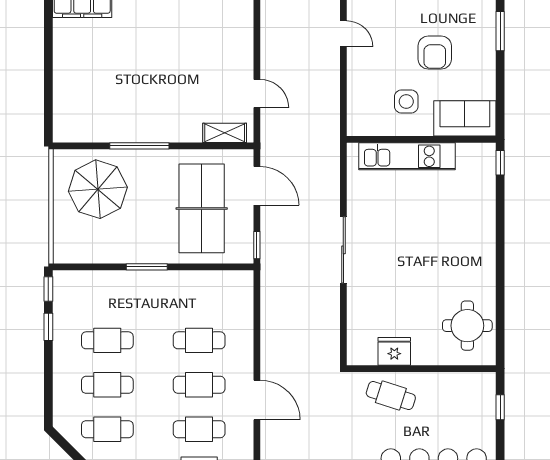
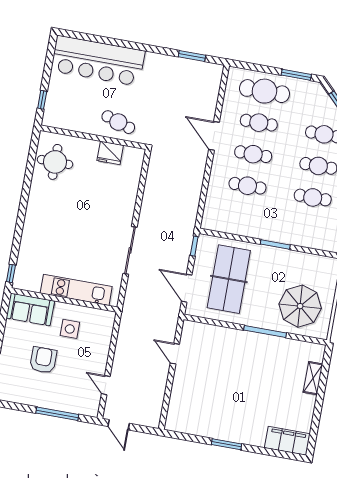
shelving: (225, 133) -> (313, 378), moved, turned 90
sliding door: (343, 250) -> (130, 250), moved

